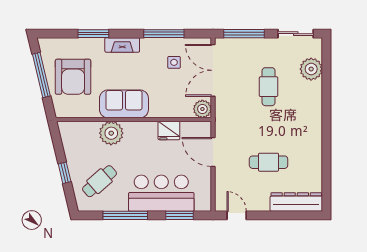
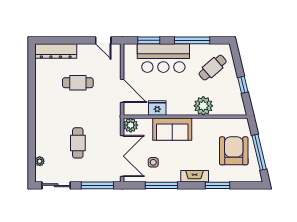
plant: (311, 69) -> (40, 161), width x0.53, depth x0.53
sofa: (124, 104) -> (172, 129), moved
window: (65, 173) -> (243, 85), moved

